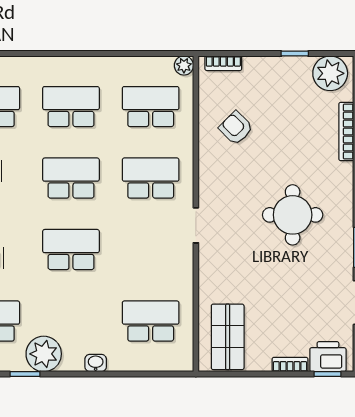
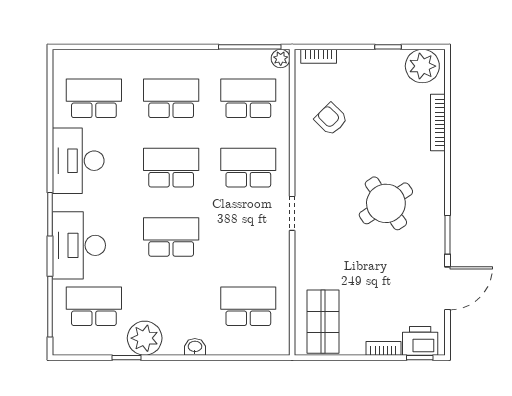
window: (152, 54) -> (250, 47), added
round table: (293, 215) -> (386, 203), turned -34

